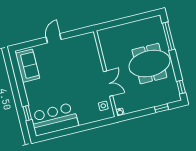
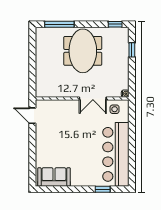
door: (54, 38) -> (32, 116), moved
double door: (108, 84) -> (93, 99), swing flipped
bar counter: (54, 119) -> (116, 154), width x1.36

